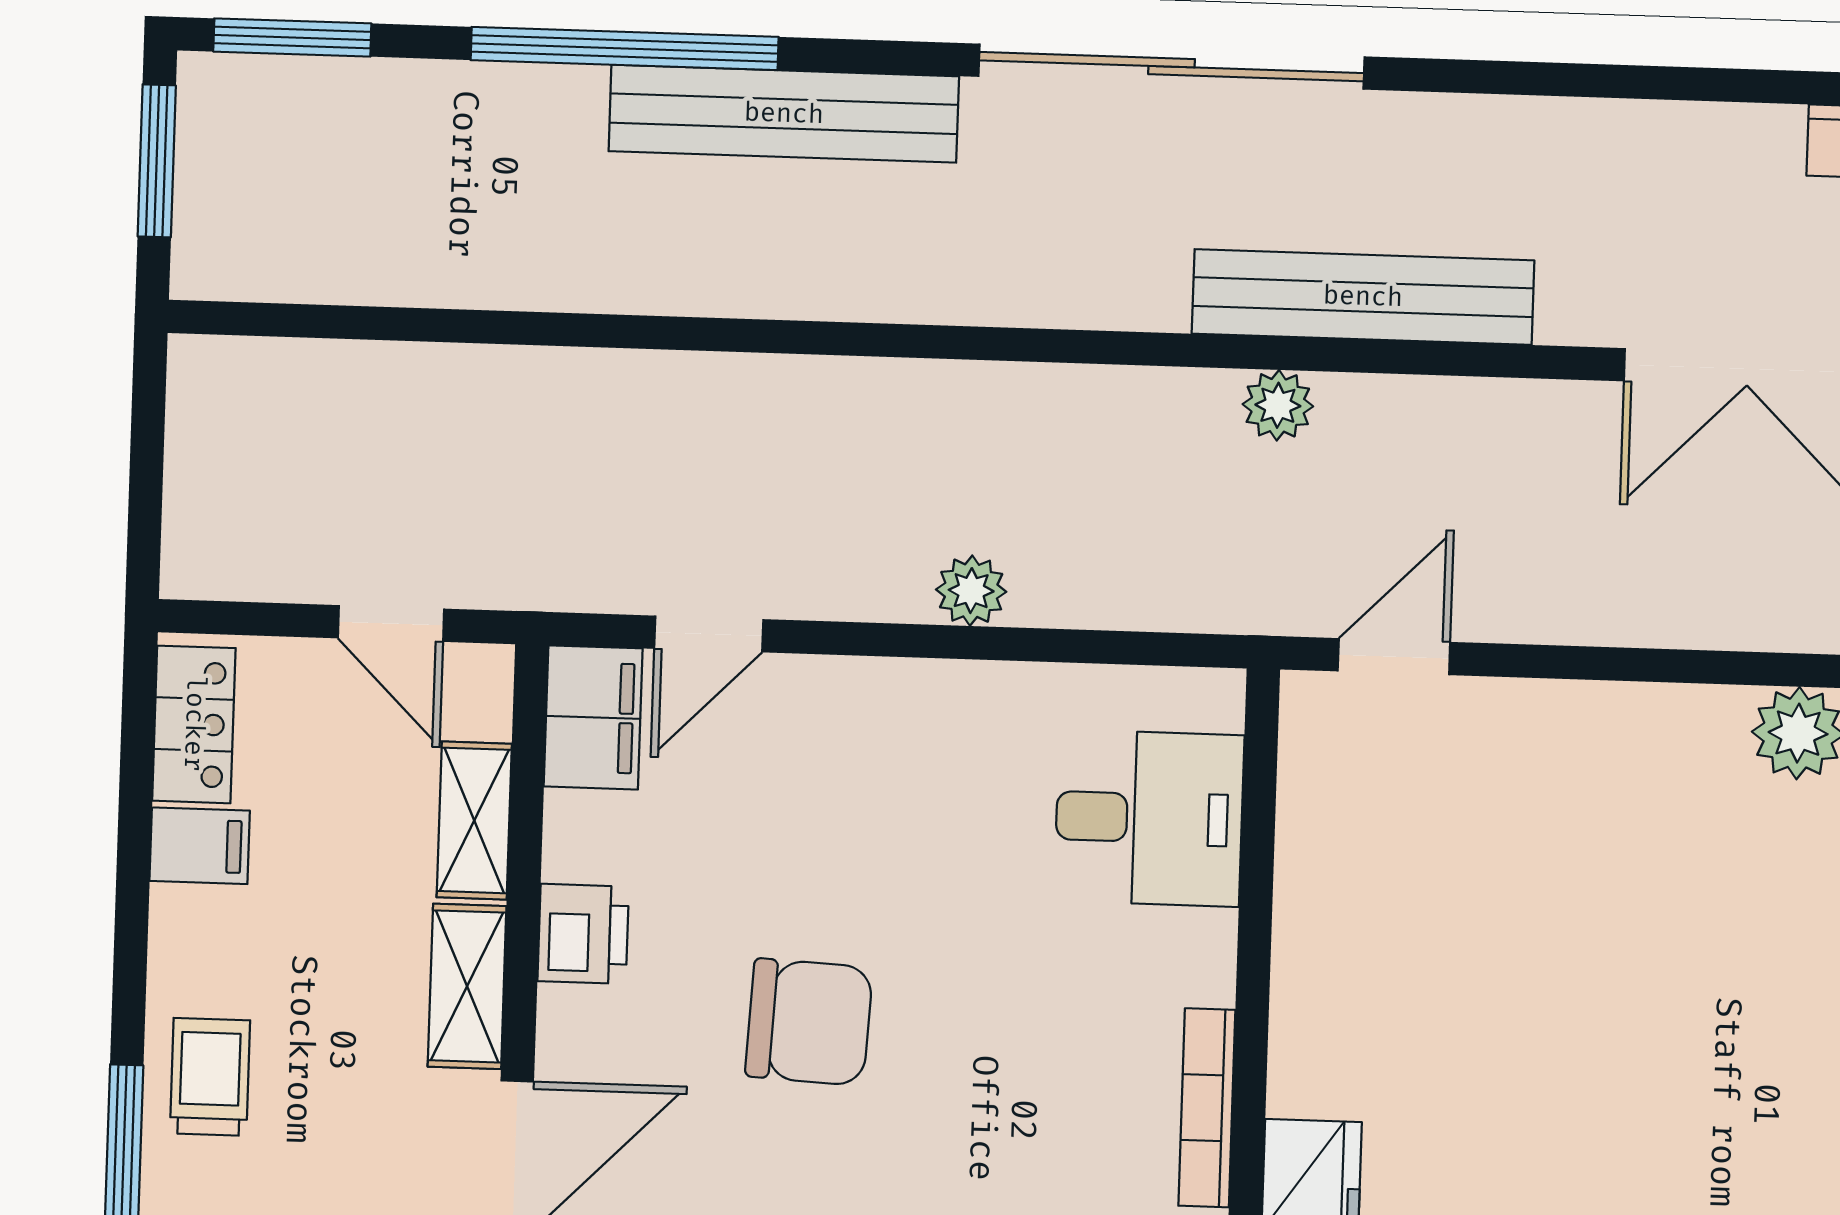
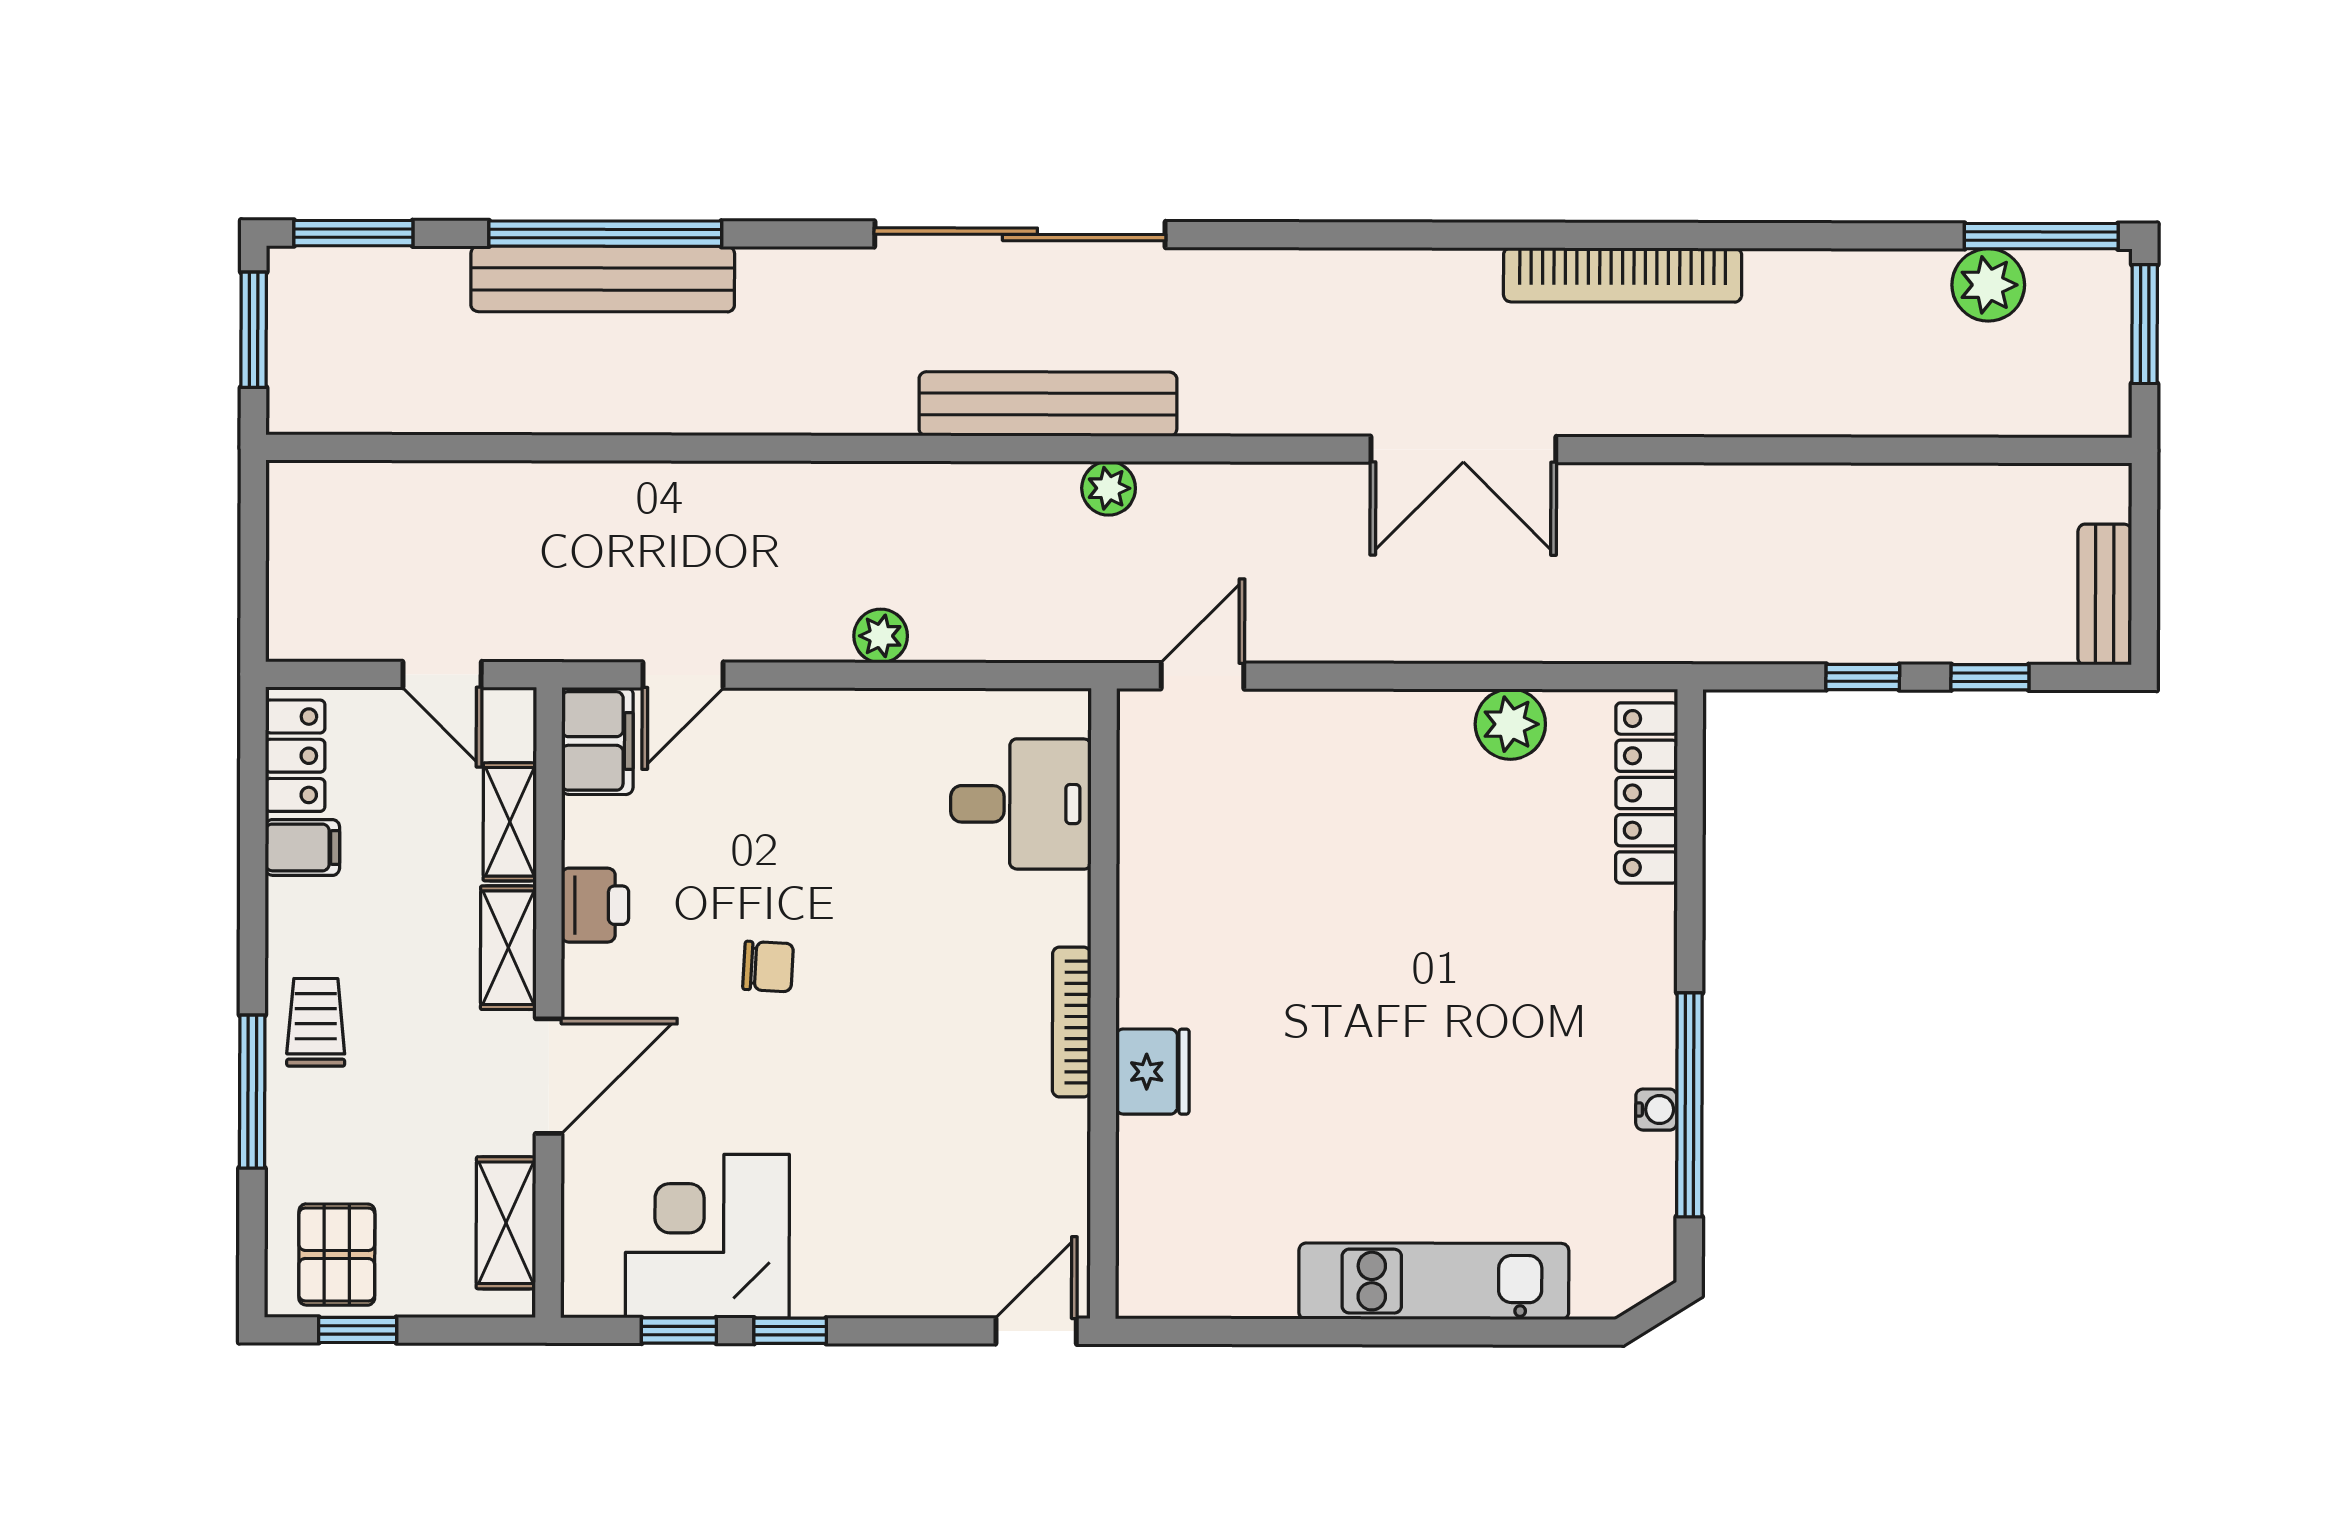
bench: (784, 114) -> (603, 279), moved
bench: (1363, 297) -> (1048, 404), moved
chair: (809, 1022) -> (768, 966), width x0.54, depth x0.54

